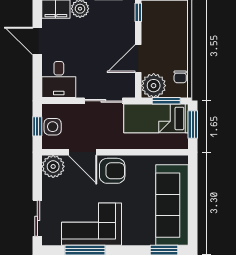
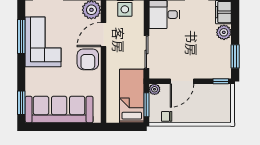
door: (138, 58) -> (182, 81), swing flipped
plant: (154, 86) -> (155, 89), width x0.53, depth x0.53
window: (193, 125) -> (127, 127), removed

